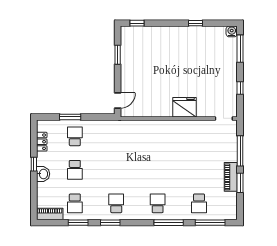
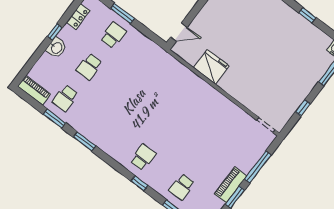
fridge: (184, 107) -> (211, 67), moved
school desk: (116, 203) -> (104, 128), removed
window: (169, 223) -> (140, 183), width x0.46

